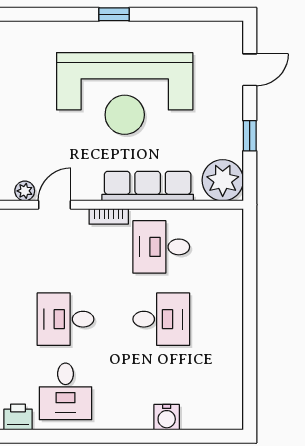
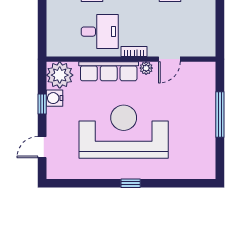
water cooler: (231, 145) -> (55, 98), added
plant: (25, 191) -> (146, 68), moved

